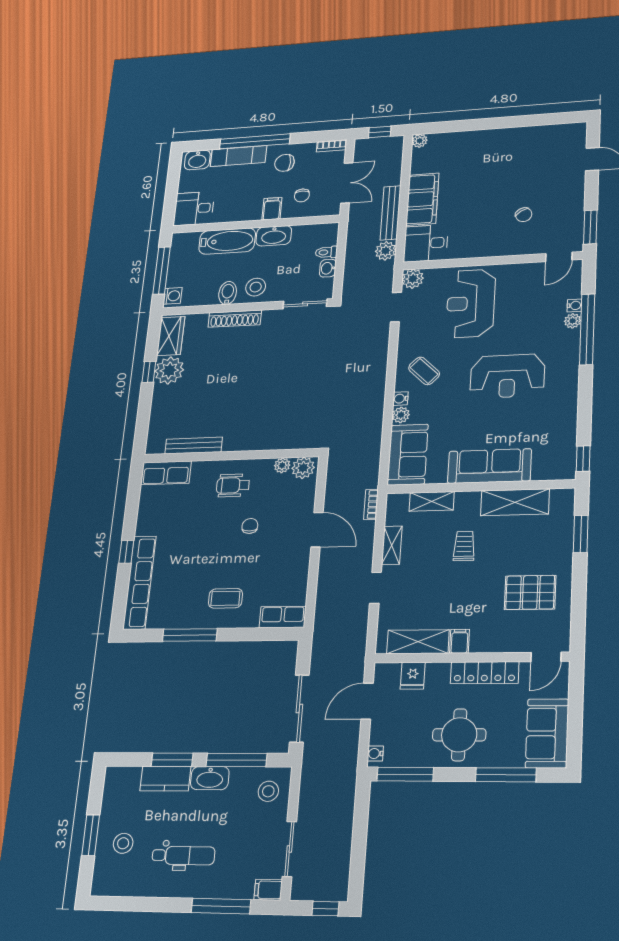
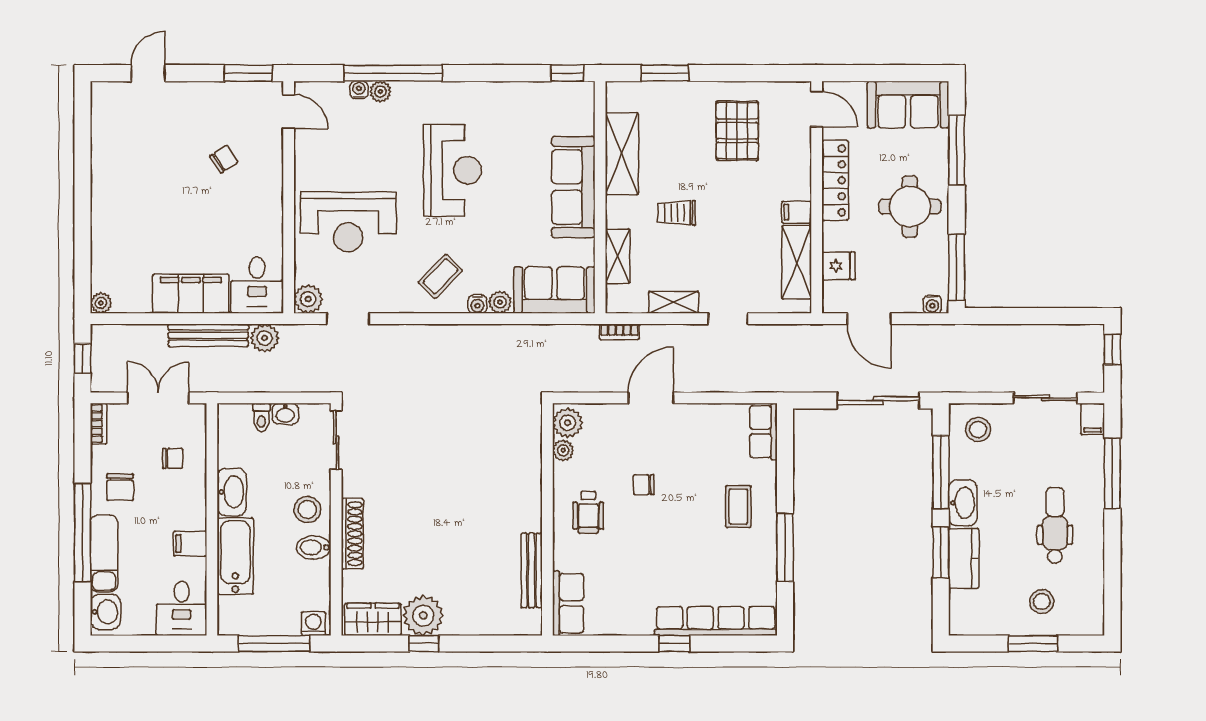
filing cabinet: (272, 209) -> (190, 544), moved

